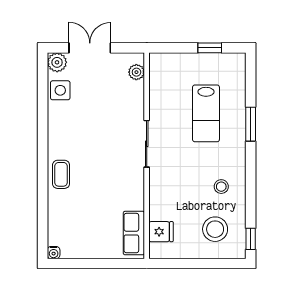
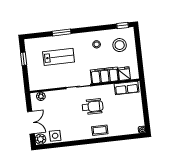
double door: (90, 48) -> (31, 123), swing flipped
wheelchair: (107, 166) -> (93, 107), added
filing cabinet: (162, 195) -> (105, 75), added

